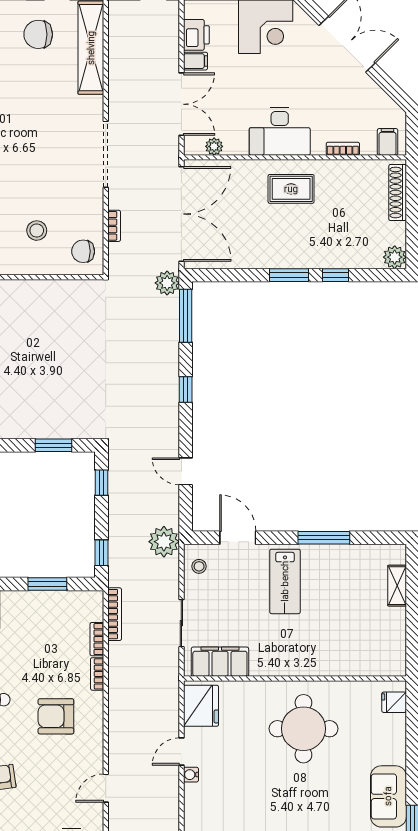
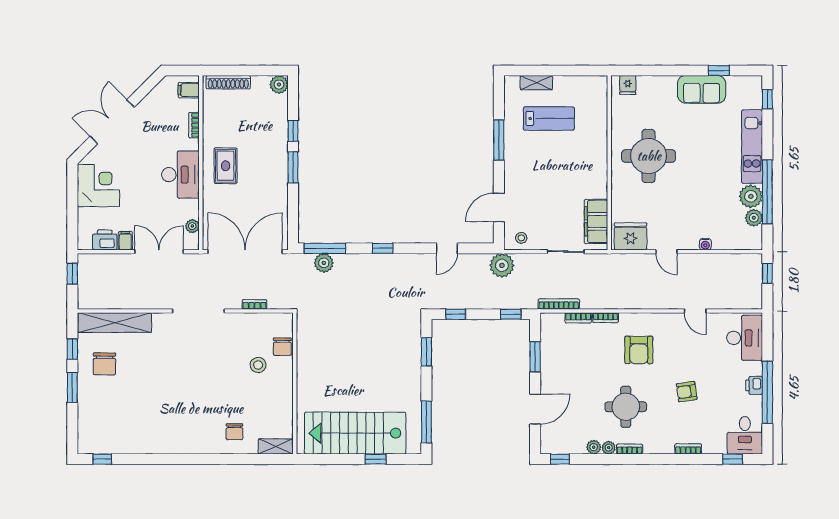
chair: (83, 251) -> (282, 347), moved
plant: (167, 283) -> (324, 263), moved
lab bench: (285, 581) -> (549, 119), moved
water cooler: (191, 775) -> (705, 244), moved

